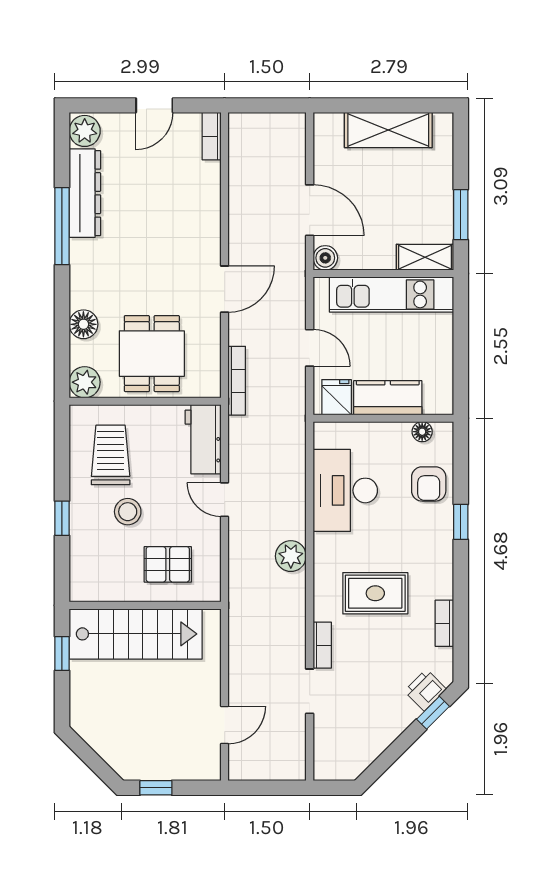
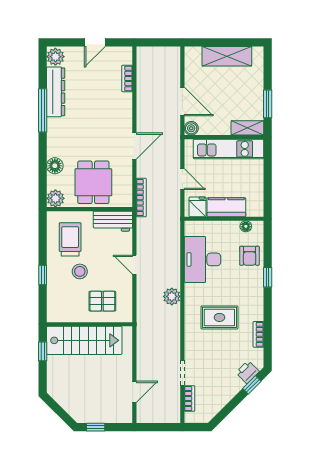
bookcase: (212, 136) -> (127, 78), moved
workbench: (203, 439) -> (113, 221), moved, turned -90
bookcase: (322, 645) -> (189, 398), moved

